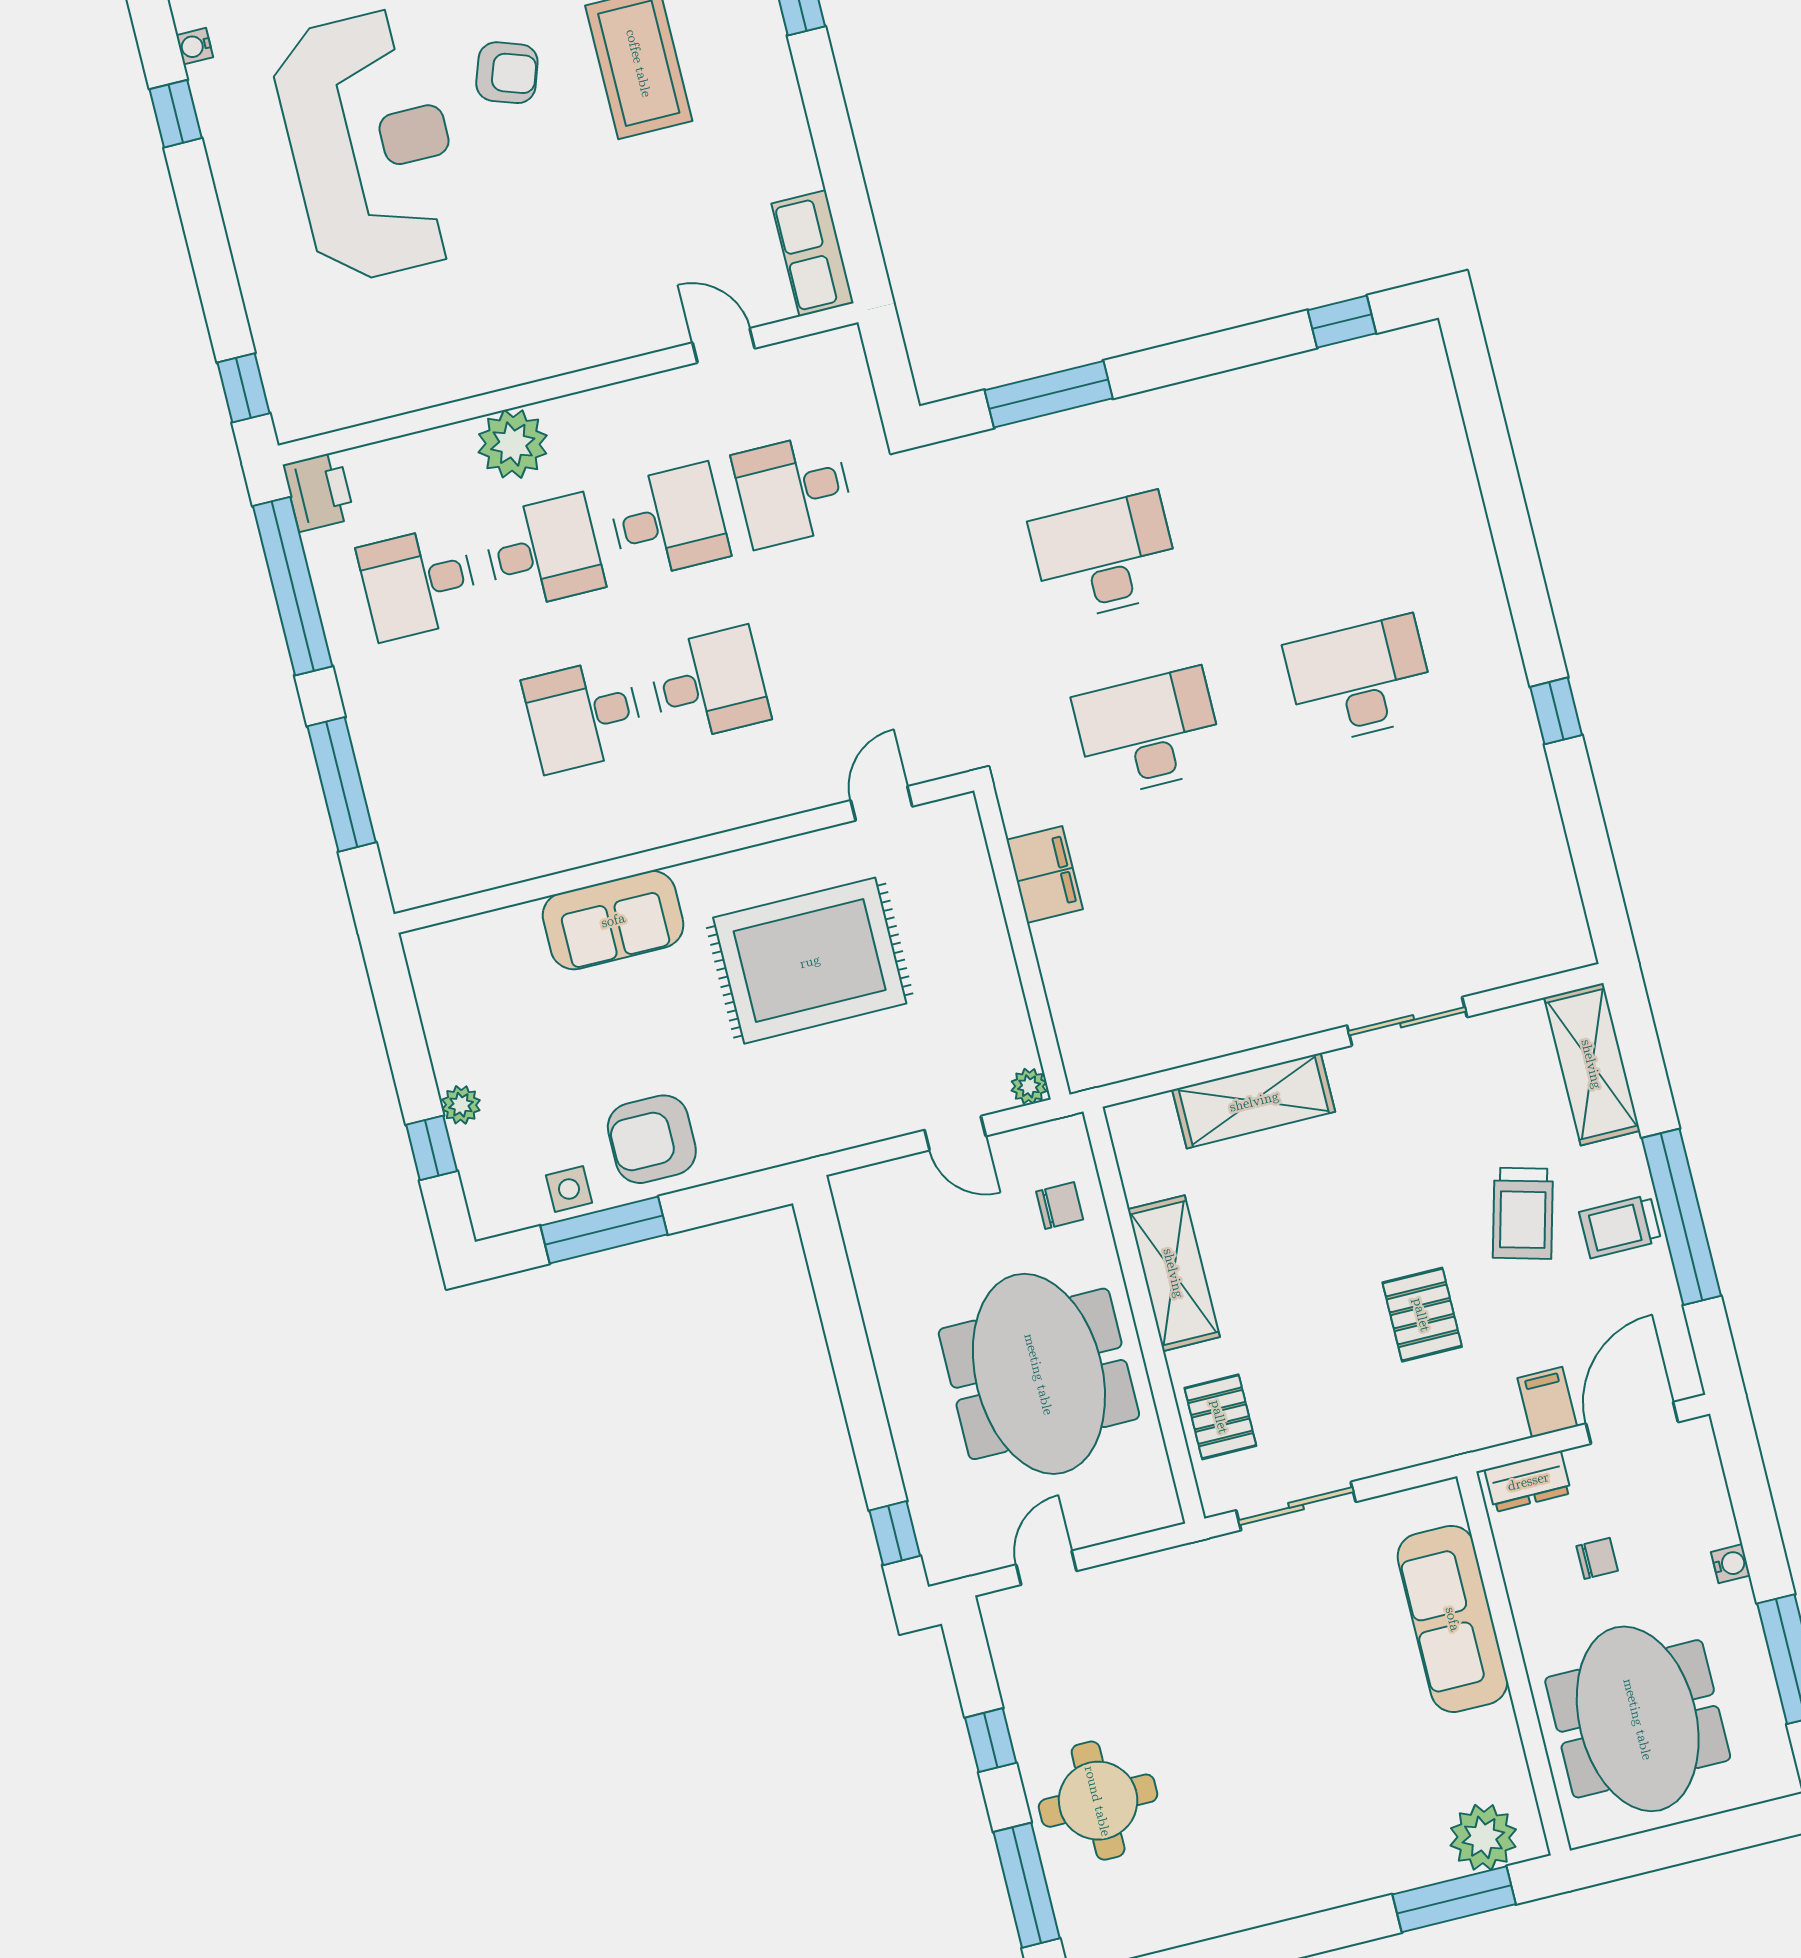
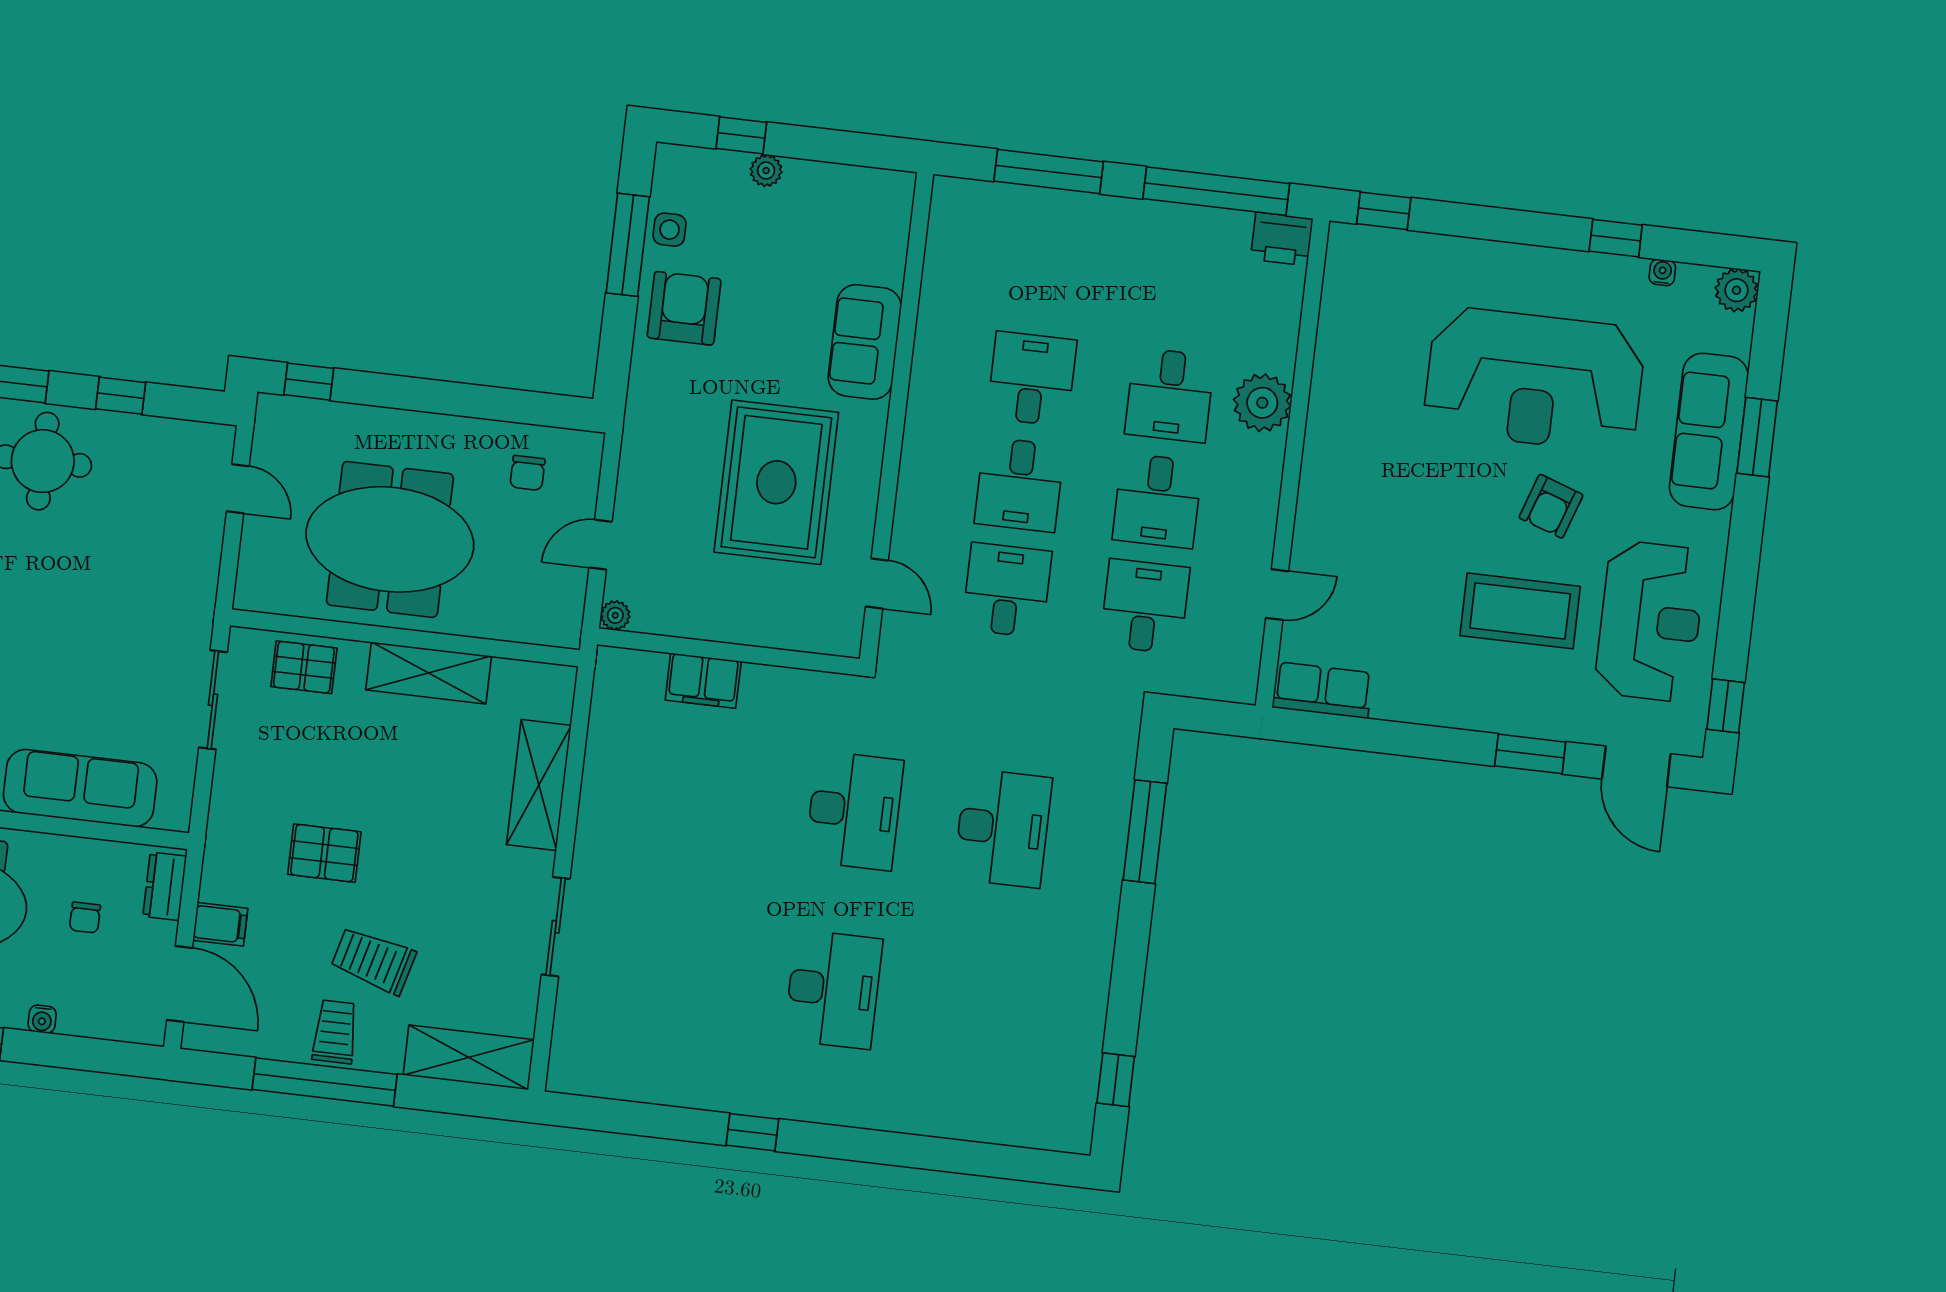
desk: (418, 583) -> (1007, 590), moved
filing cabinet: (1045, 875) -> (703, 681), moved
chair: (1060, 1206) -> (527, 473), moved

